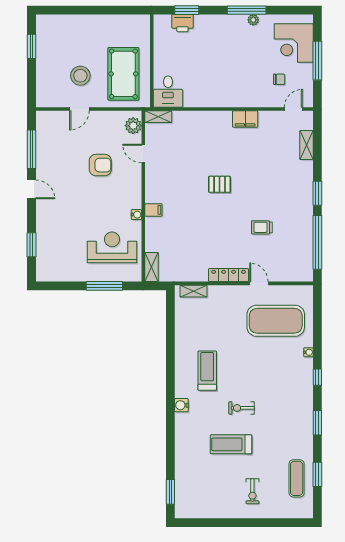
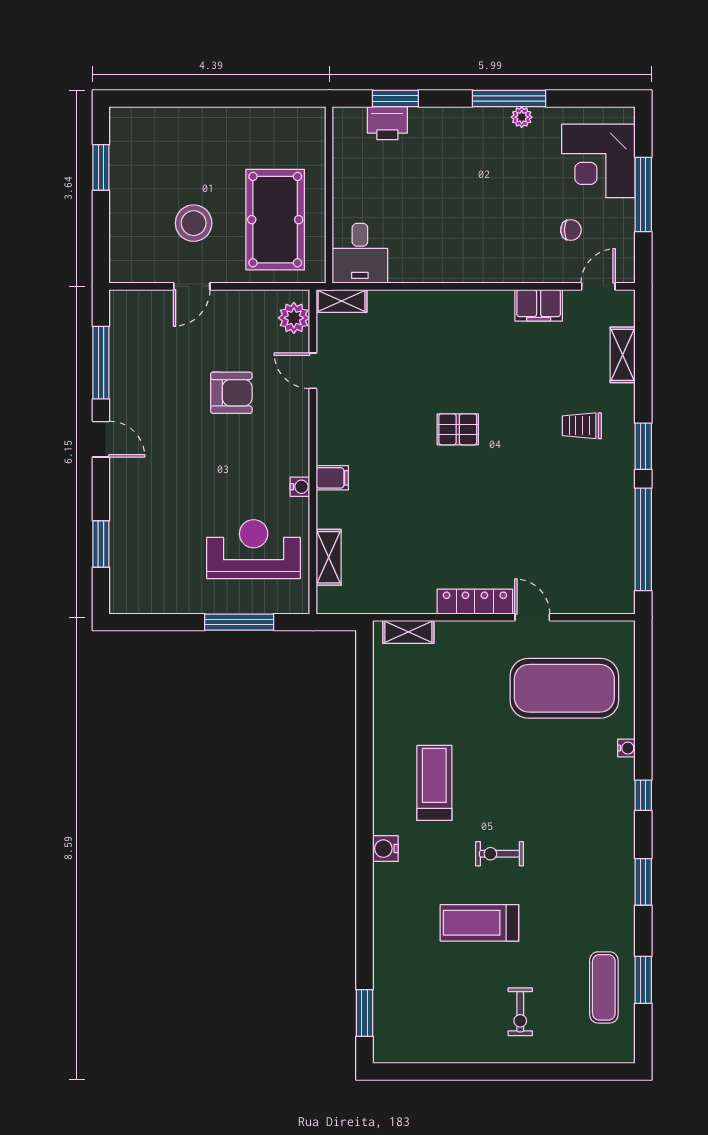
filing cabinet: (245, 119) -> (539, 305), moved
trolley: (262, 227) -> (582, 426), moved
shelving: (152, 267) -> (329, 557), moved

